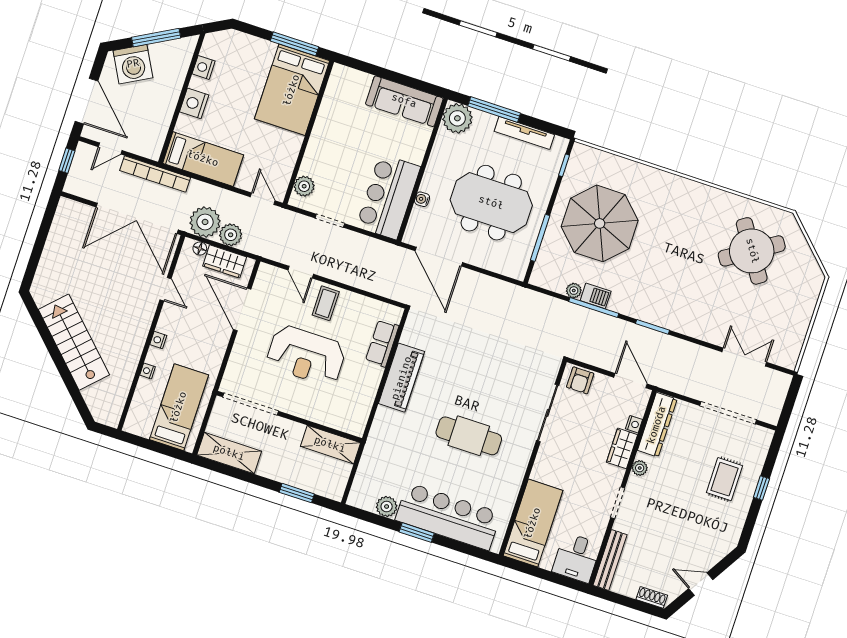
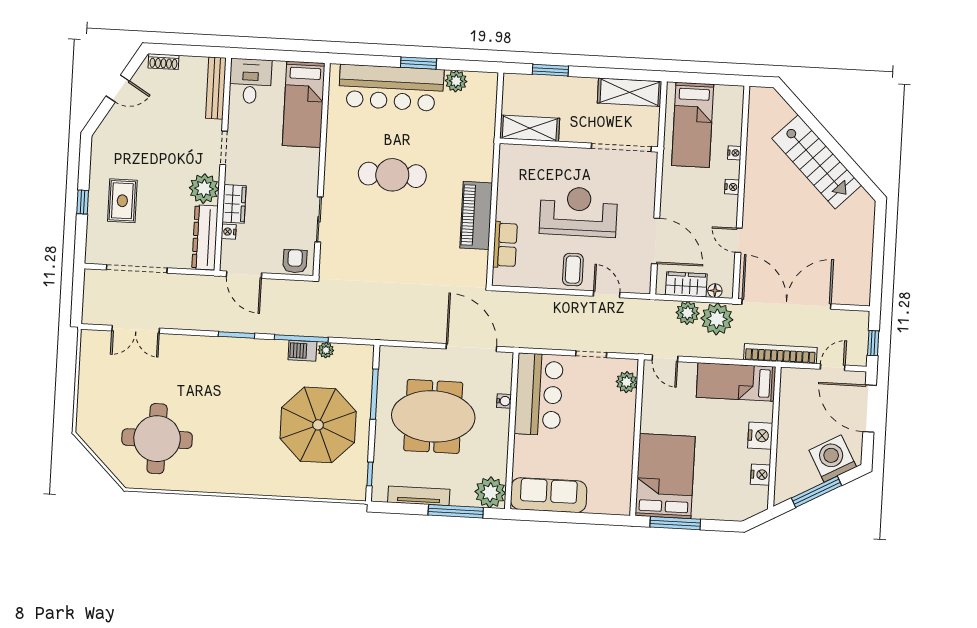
round table: (752, 251) -> (157, 439), turned 33
sliding door: (548, 413) -> (319, 219), width x0.73
plant: (640, 468) -> (204, 189), width x1.88, depth x1.88

